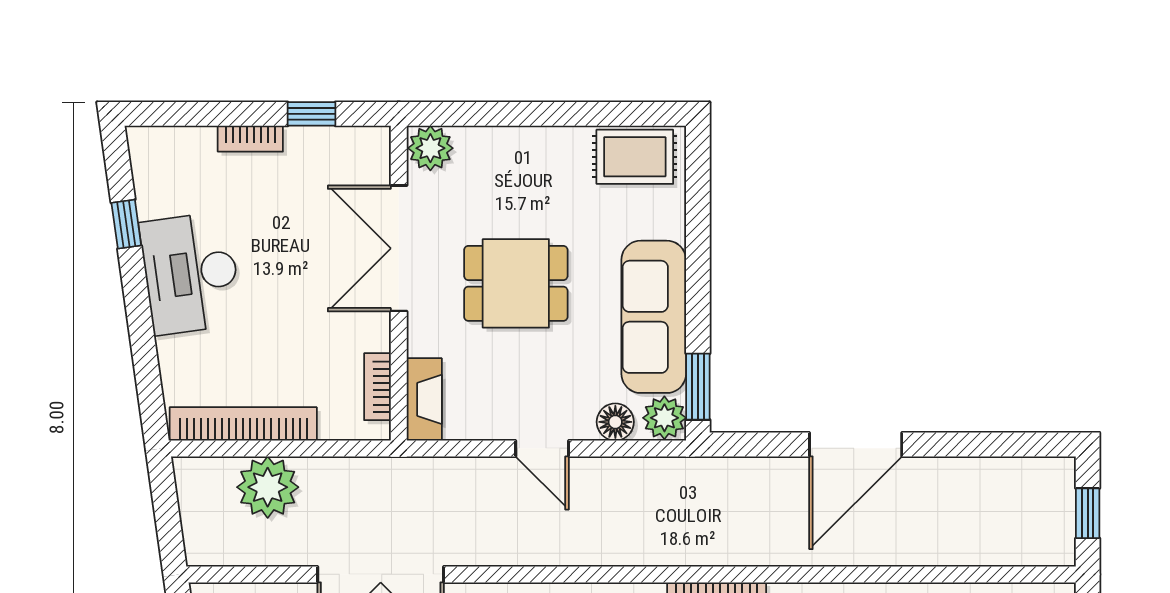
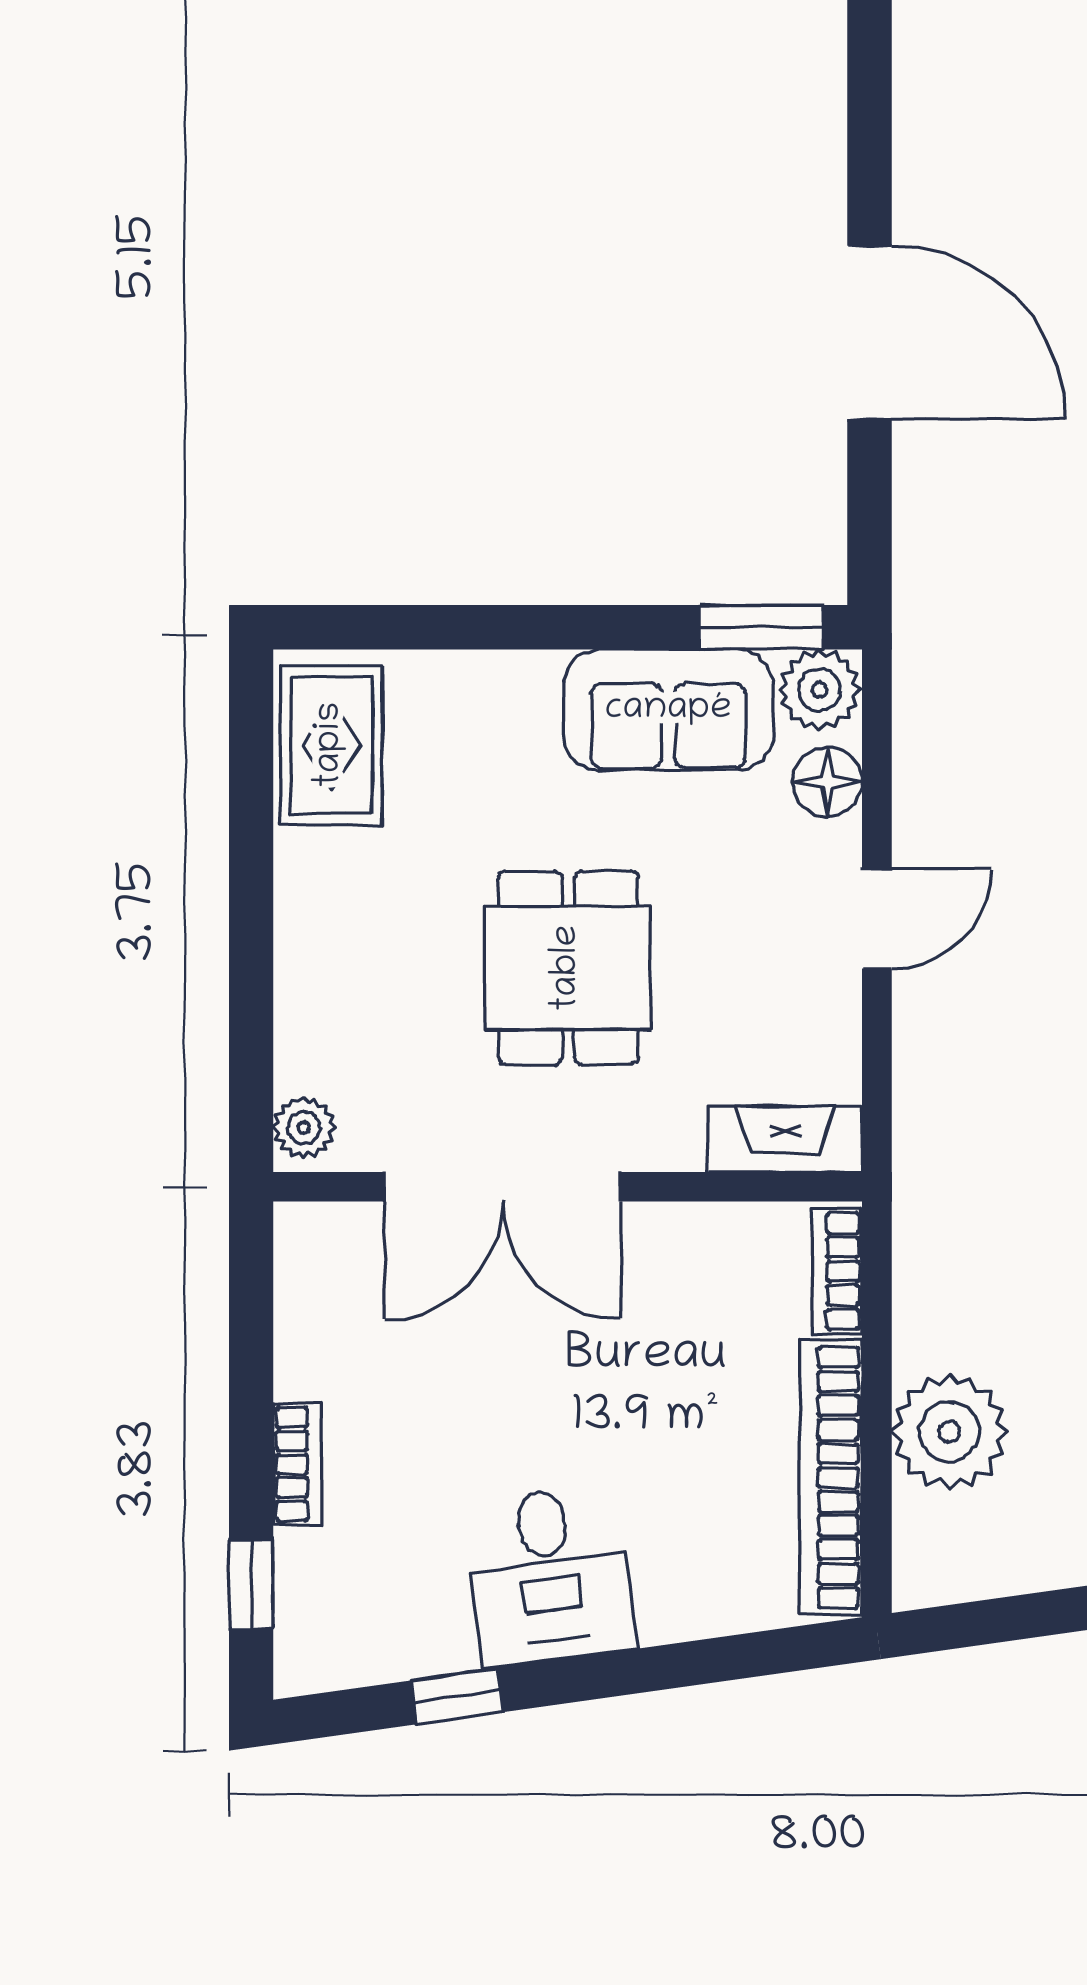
window: (311, 114) -> (251, 1584), moved
plant: (430, 148) -> (304, 1128), width x0.73, depth x0.73
desk: (191, 273) -> (549, 1576), width x0.73
sofa: (654, 317) -> (668, 710), width x0.73
bookcase: (377, 387) -> (837, 1271), moved, turned 90

